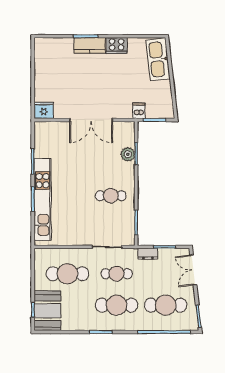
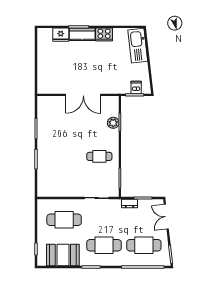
fridge: (44, 110) -> (61, 35), moved, turned 180
dishwasher: (139, 111) -> (136, 87), moved
kitchen unit: (43, 200) -> (44, 159), removed
cafe table: (117, 274) -> (104, 220), removed
booth: (47, 311) -> (63, 255), moved, turned 90

